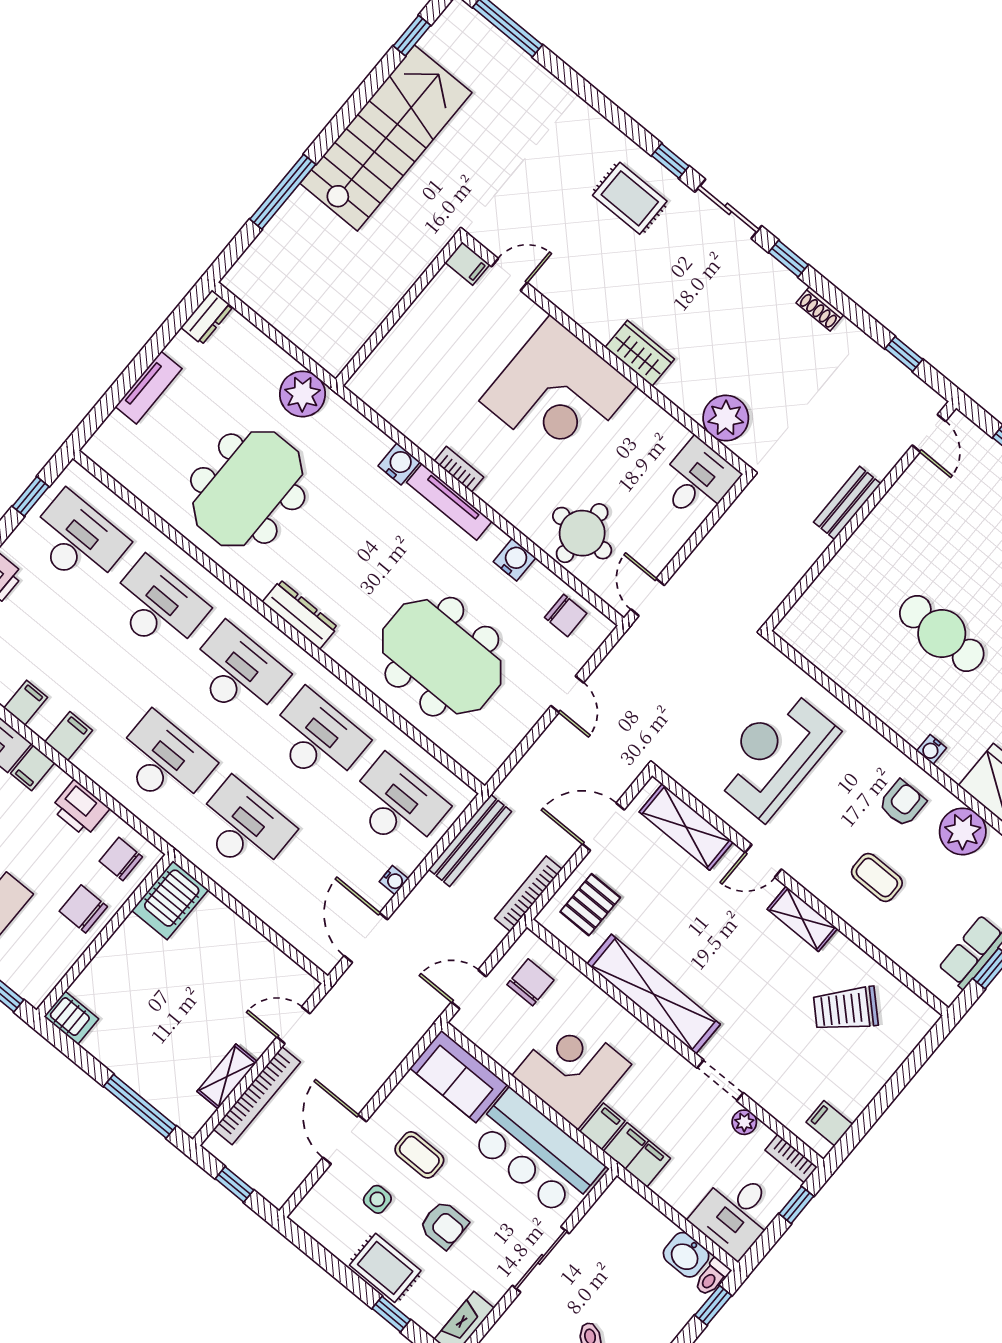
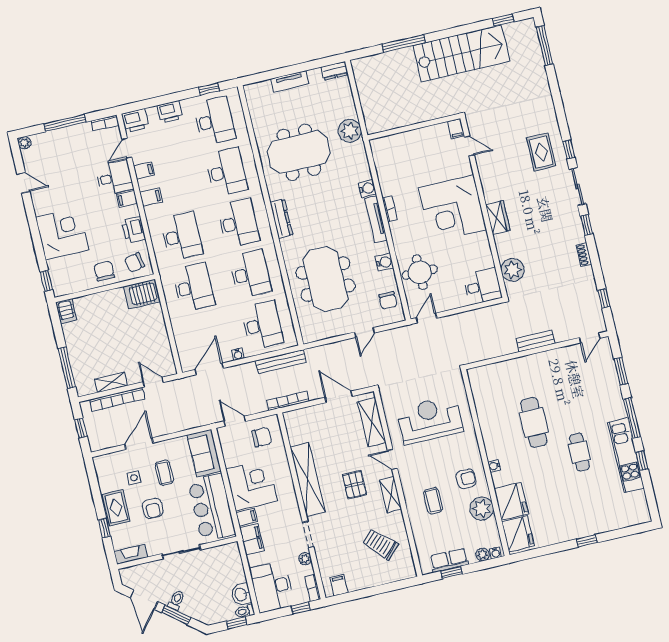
chair: (121, 859) -> (135, 262), turned -102
pallet: (590, 905) -> (354, 485), moved, turned 90
desk: (735, 1214) -> (272, 587), width x1.37

